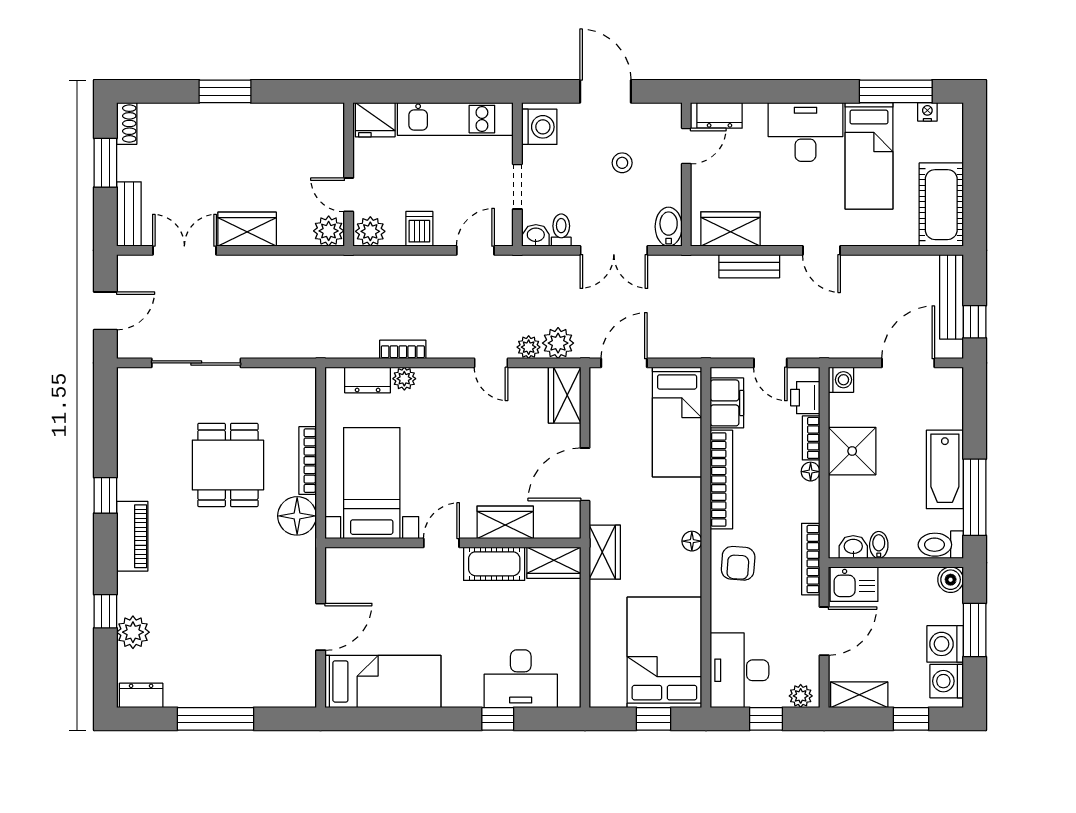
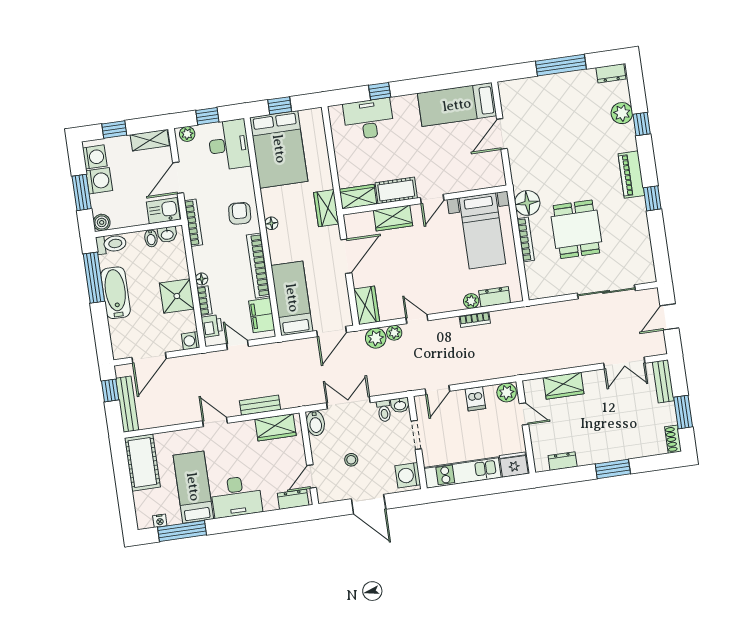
dresser: (300, 114) -> (563, 461), added
wardrobe: (247, 229) -> (564, 386), moved
plant: (329, 231) -> (533, 389), removed

